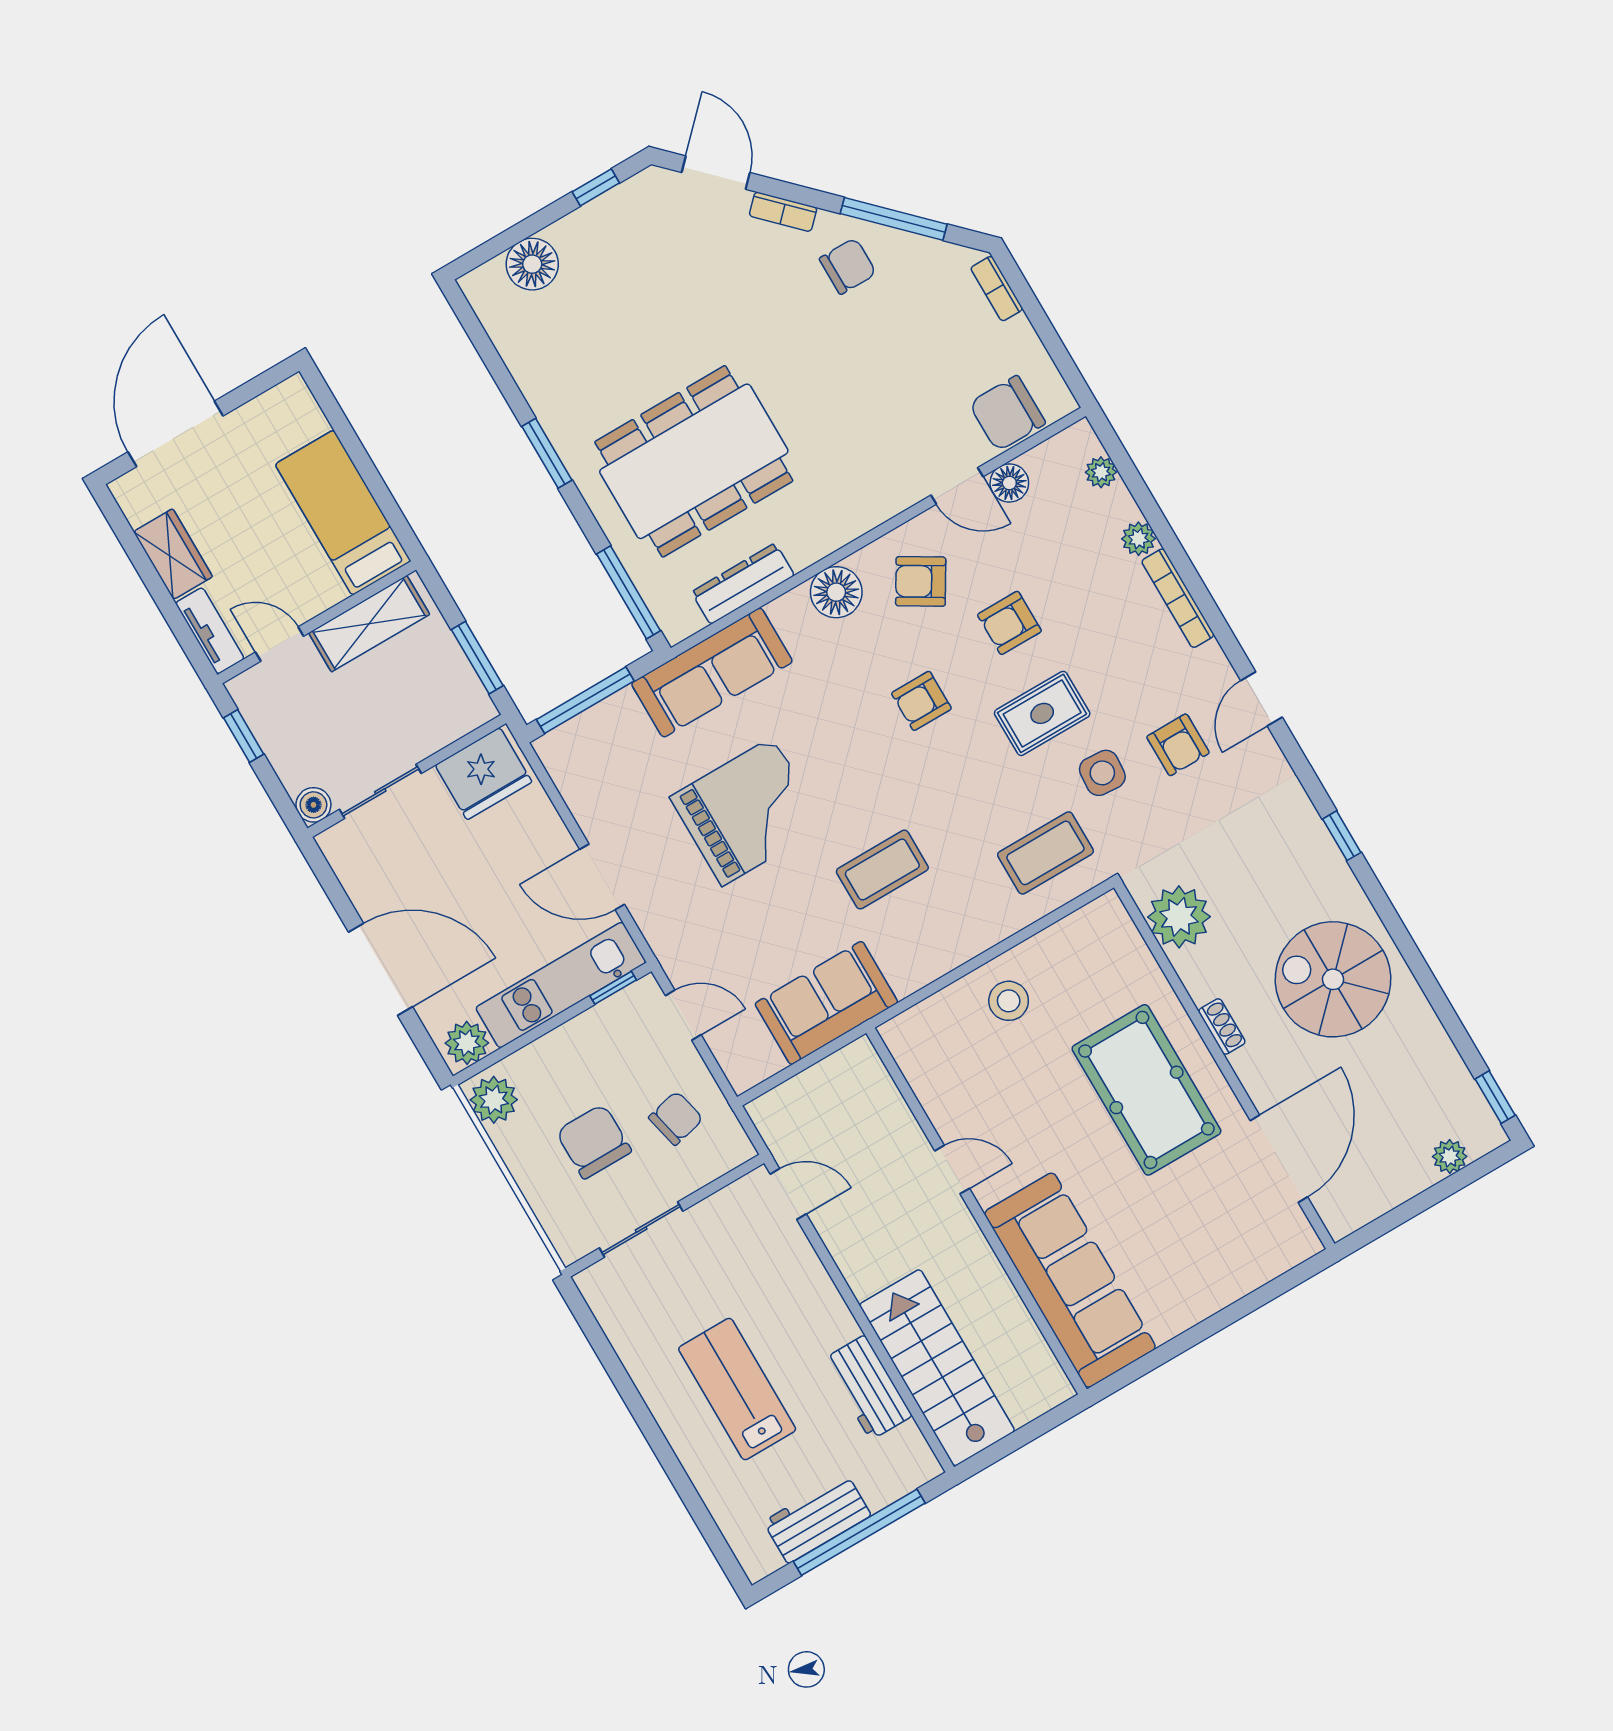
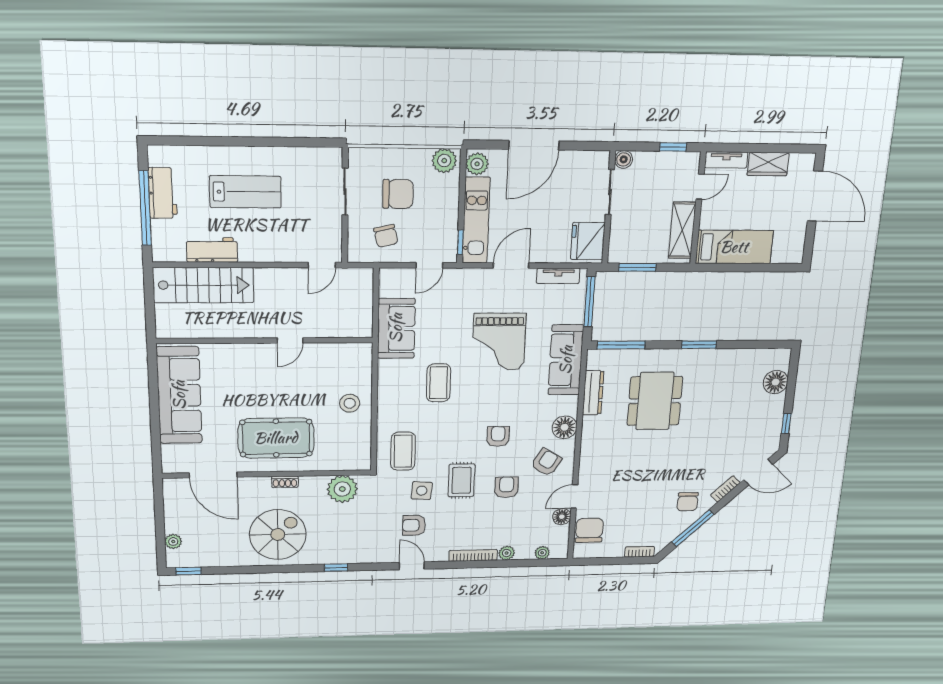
dining table: (694, 461) -> (655, 401), width x0.73, depth x0.80
tv unit: (572, 785) -> (558, 276), added
sofa: (1070, 1280) -> (179, 395), moved, turned -90

